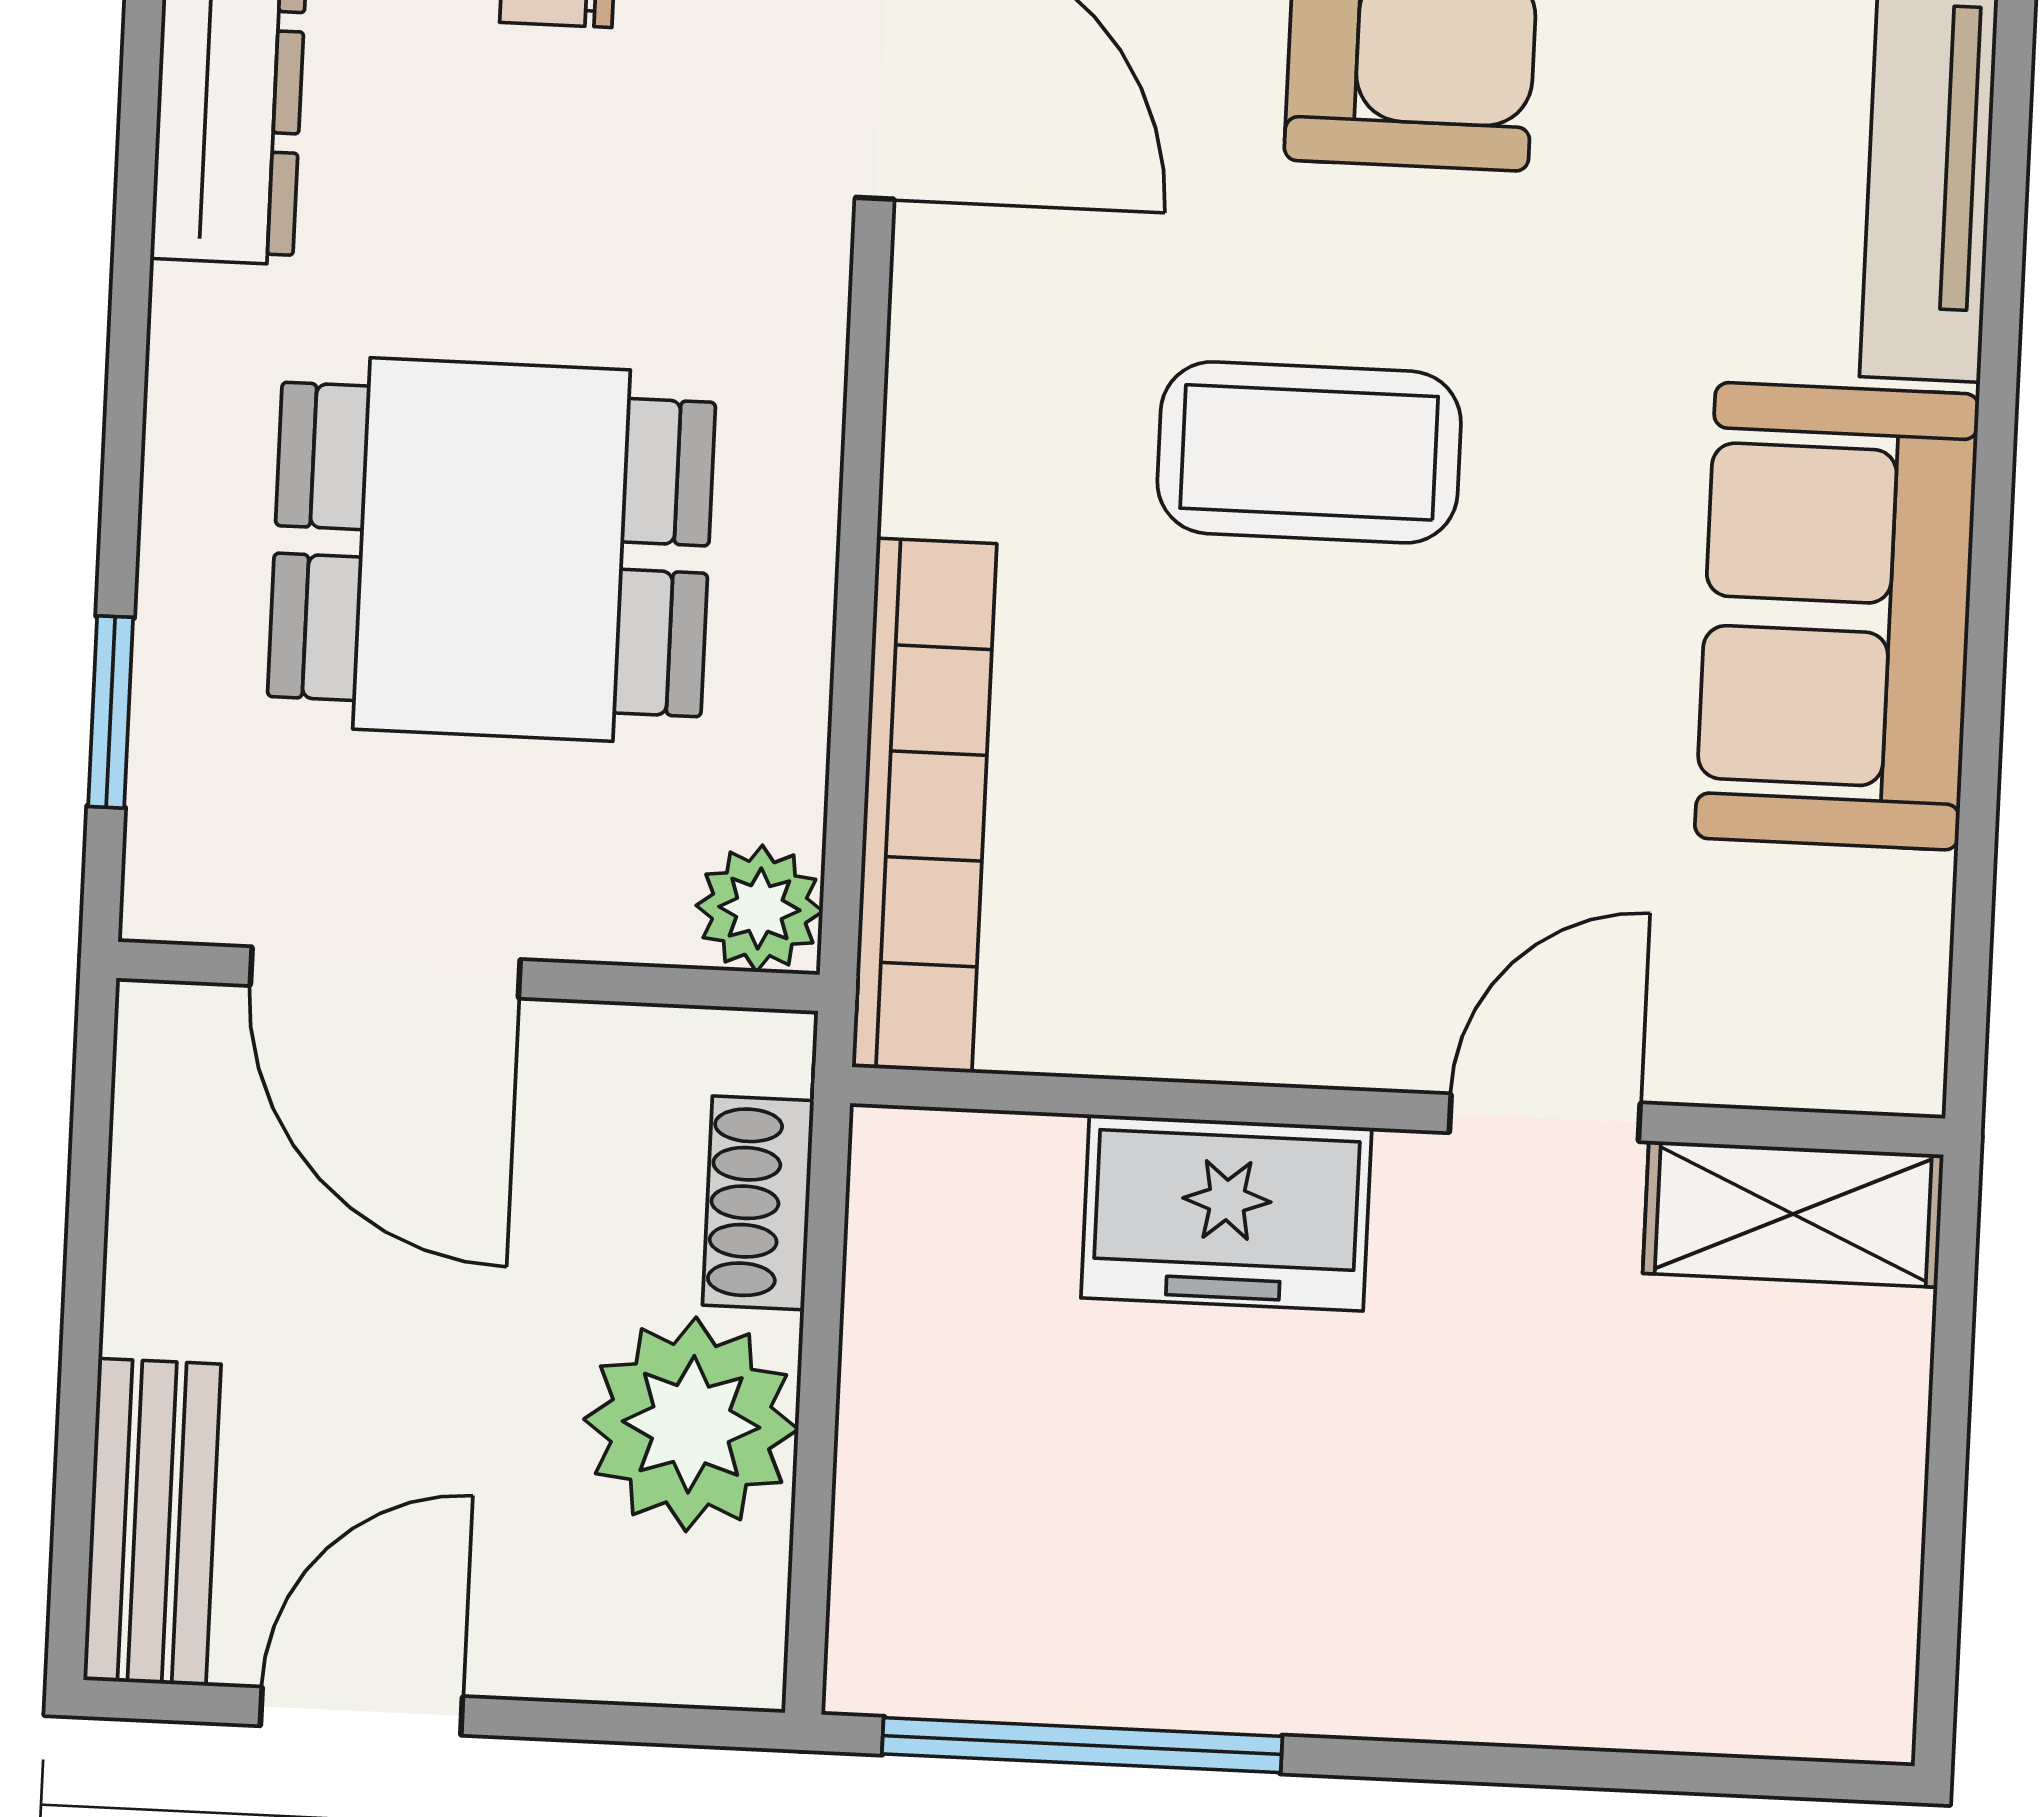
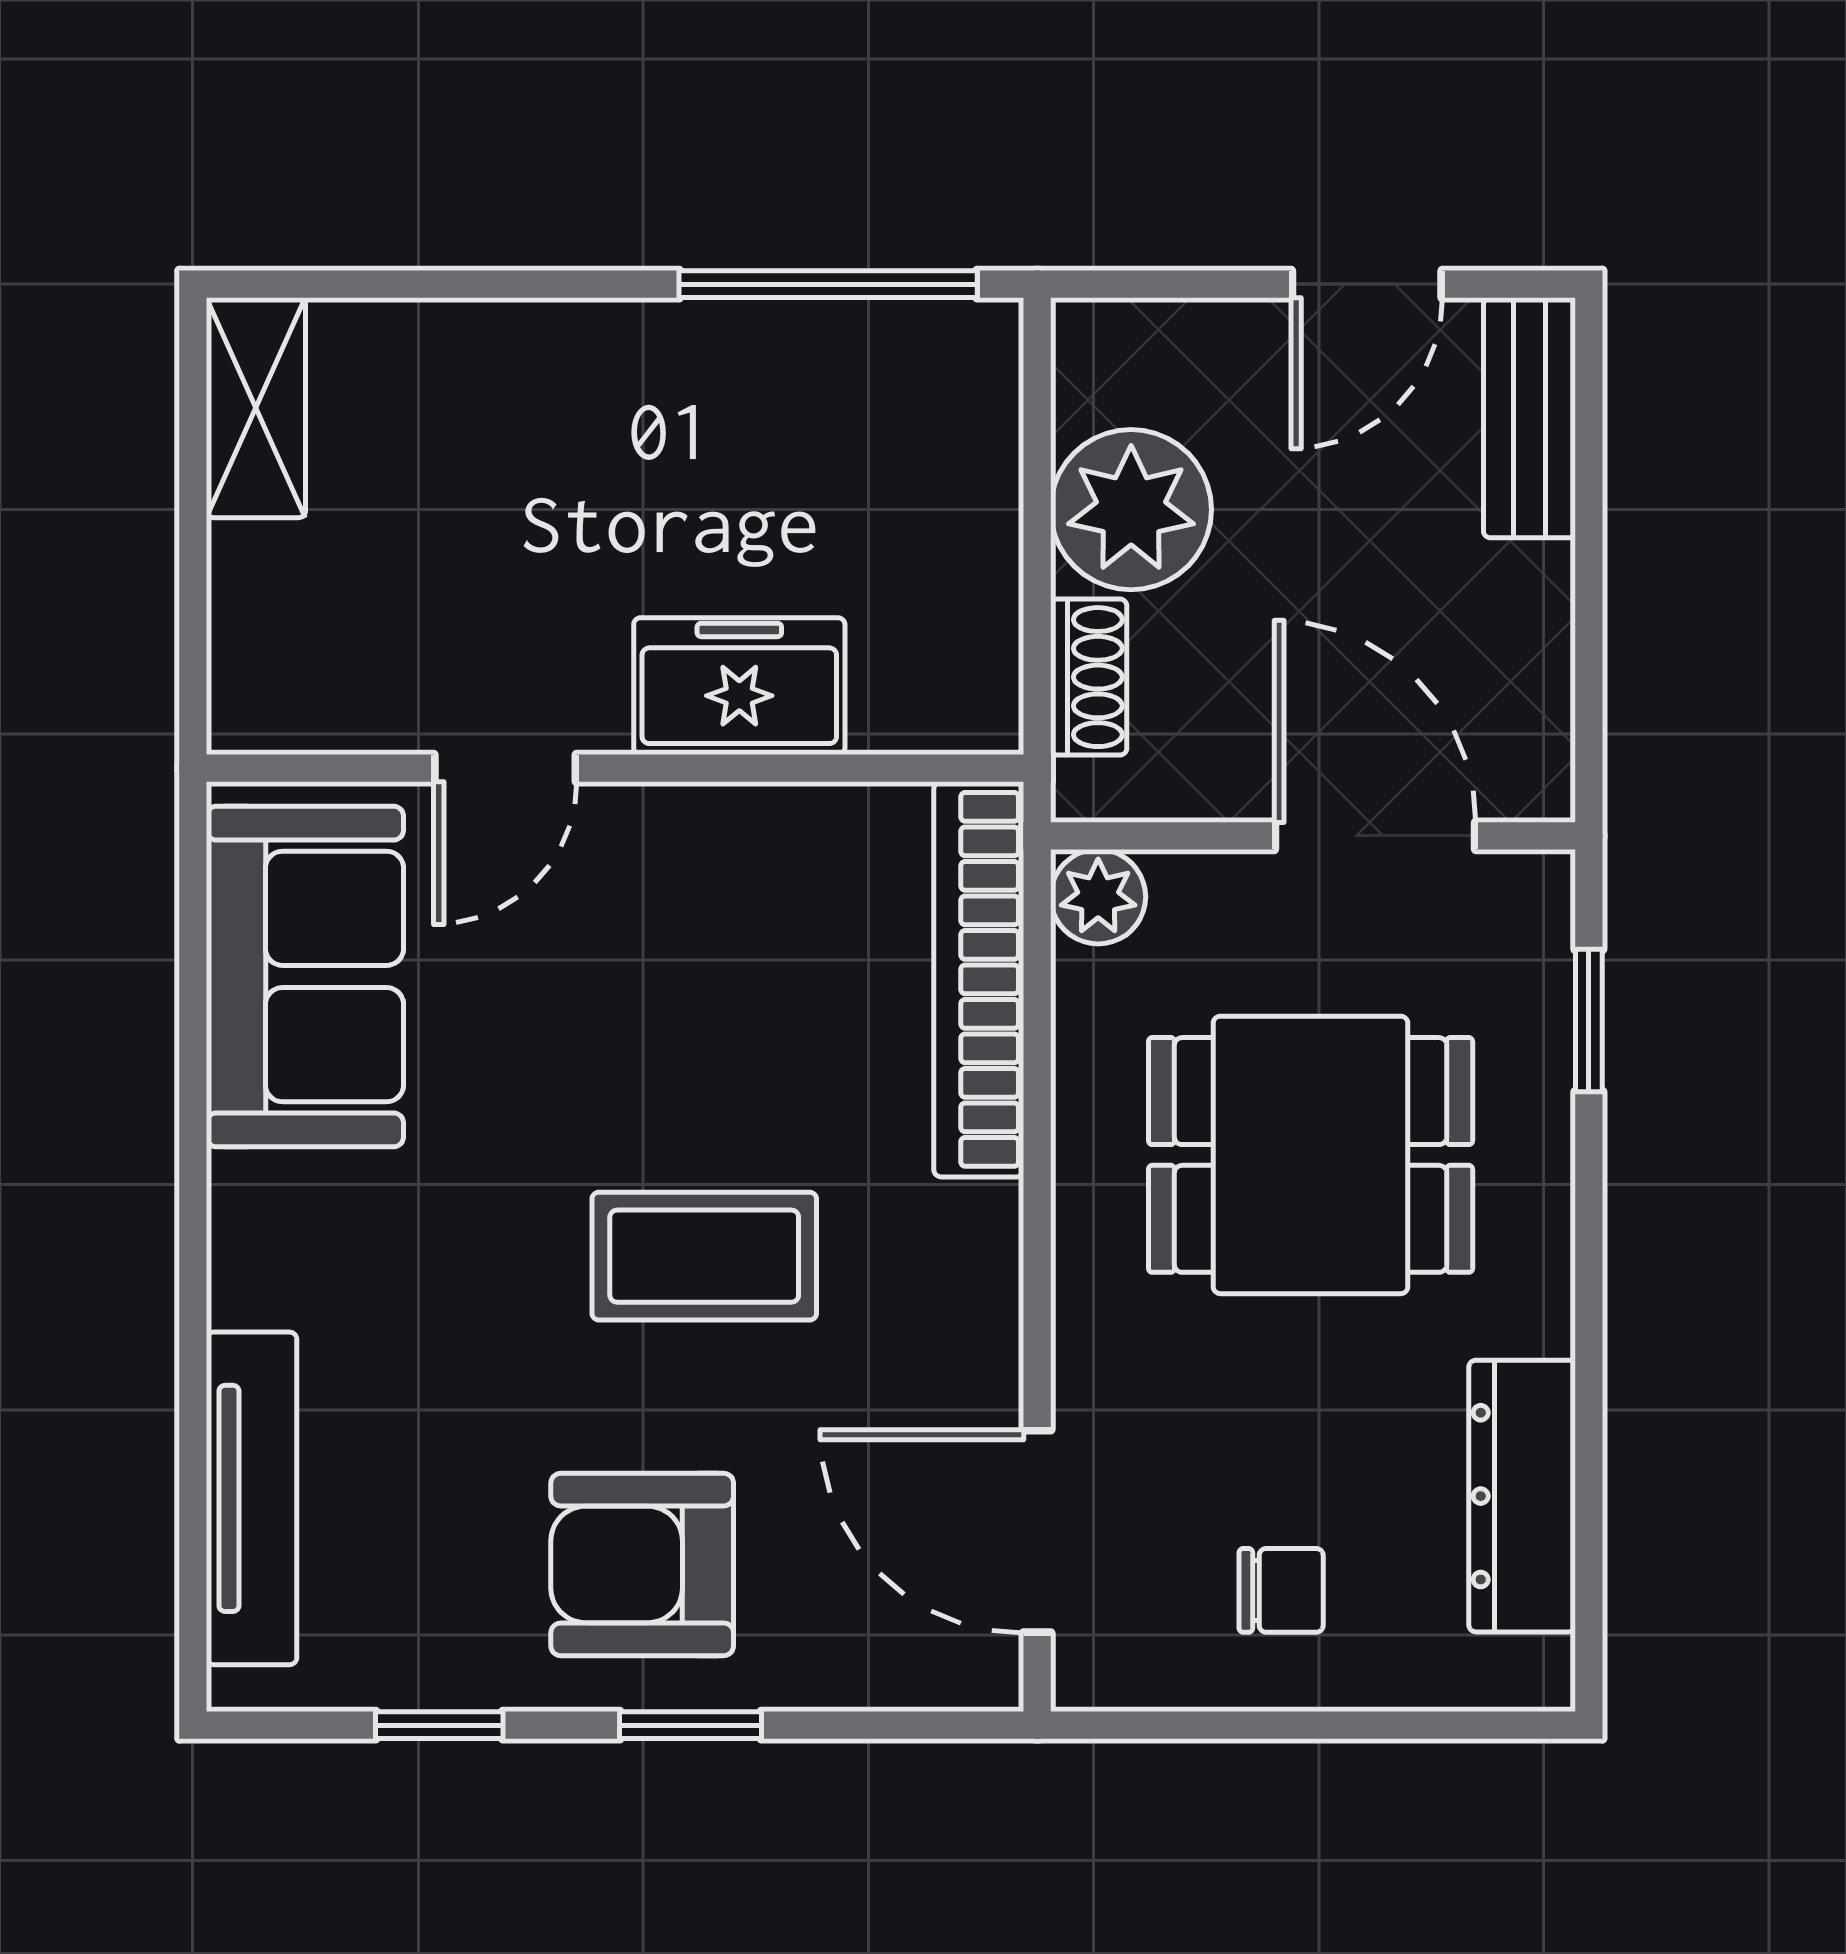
sofa: (1837, 616) -> (305, 976), moved
shelving: (1793, 1214) -> (256, 408), moved, turned 90

